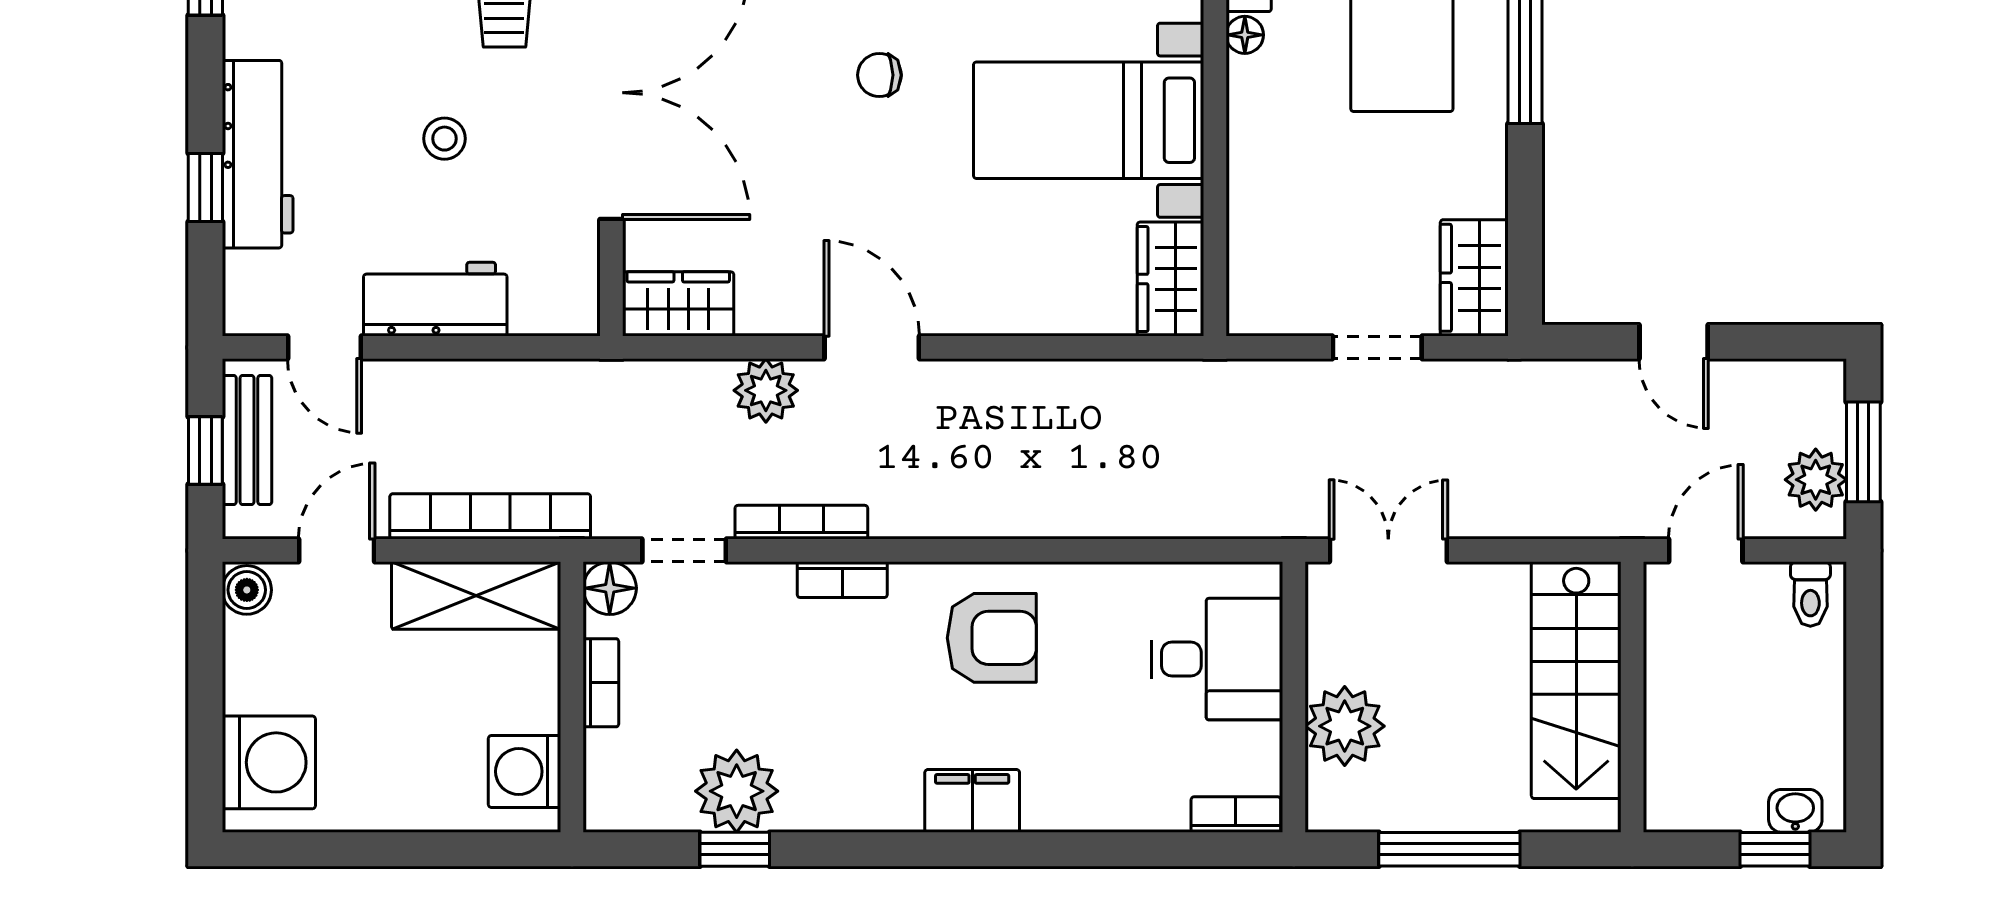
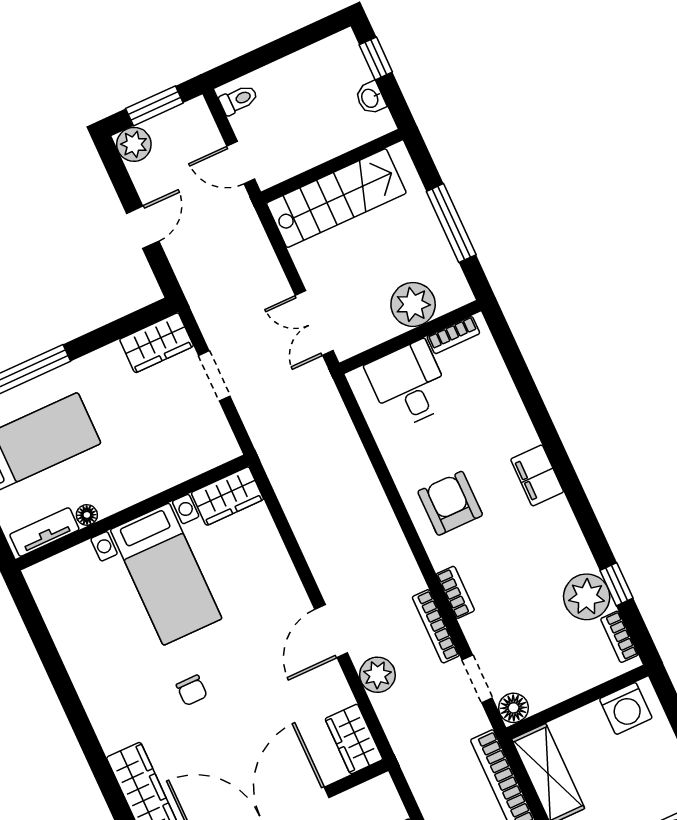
plant: (1816, 480) -> (134, 144), moved
bookcase: (601, 683) -> (619, 637), moved, turned -90
washbasin: (1795, 811) -> (370, 98), moved
bookcase: (1236, 815) -> (453, 335), moved, turned -90

